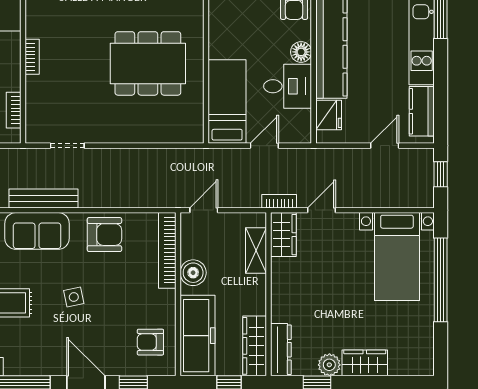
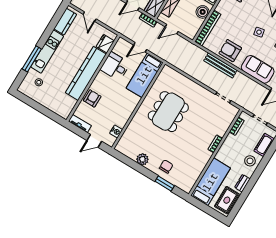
floor lamp: (301, 52) -> (101, 77), removed
dining table: (148, 63) -> (168, 112), turned 90
door: (385, 146) -> (90, 17), hinge flipped
bench: (44, 198) -> (220, 65), moved
door: (204, 210) -> (172, 29), moved

